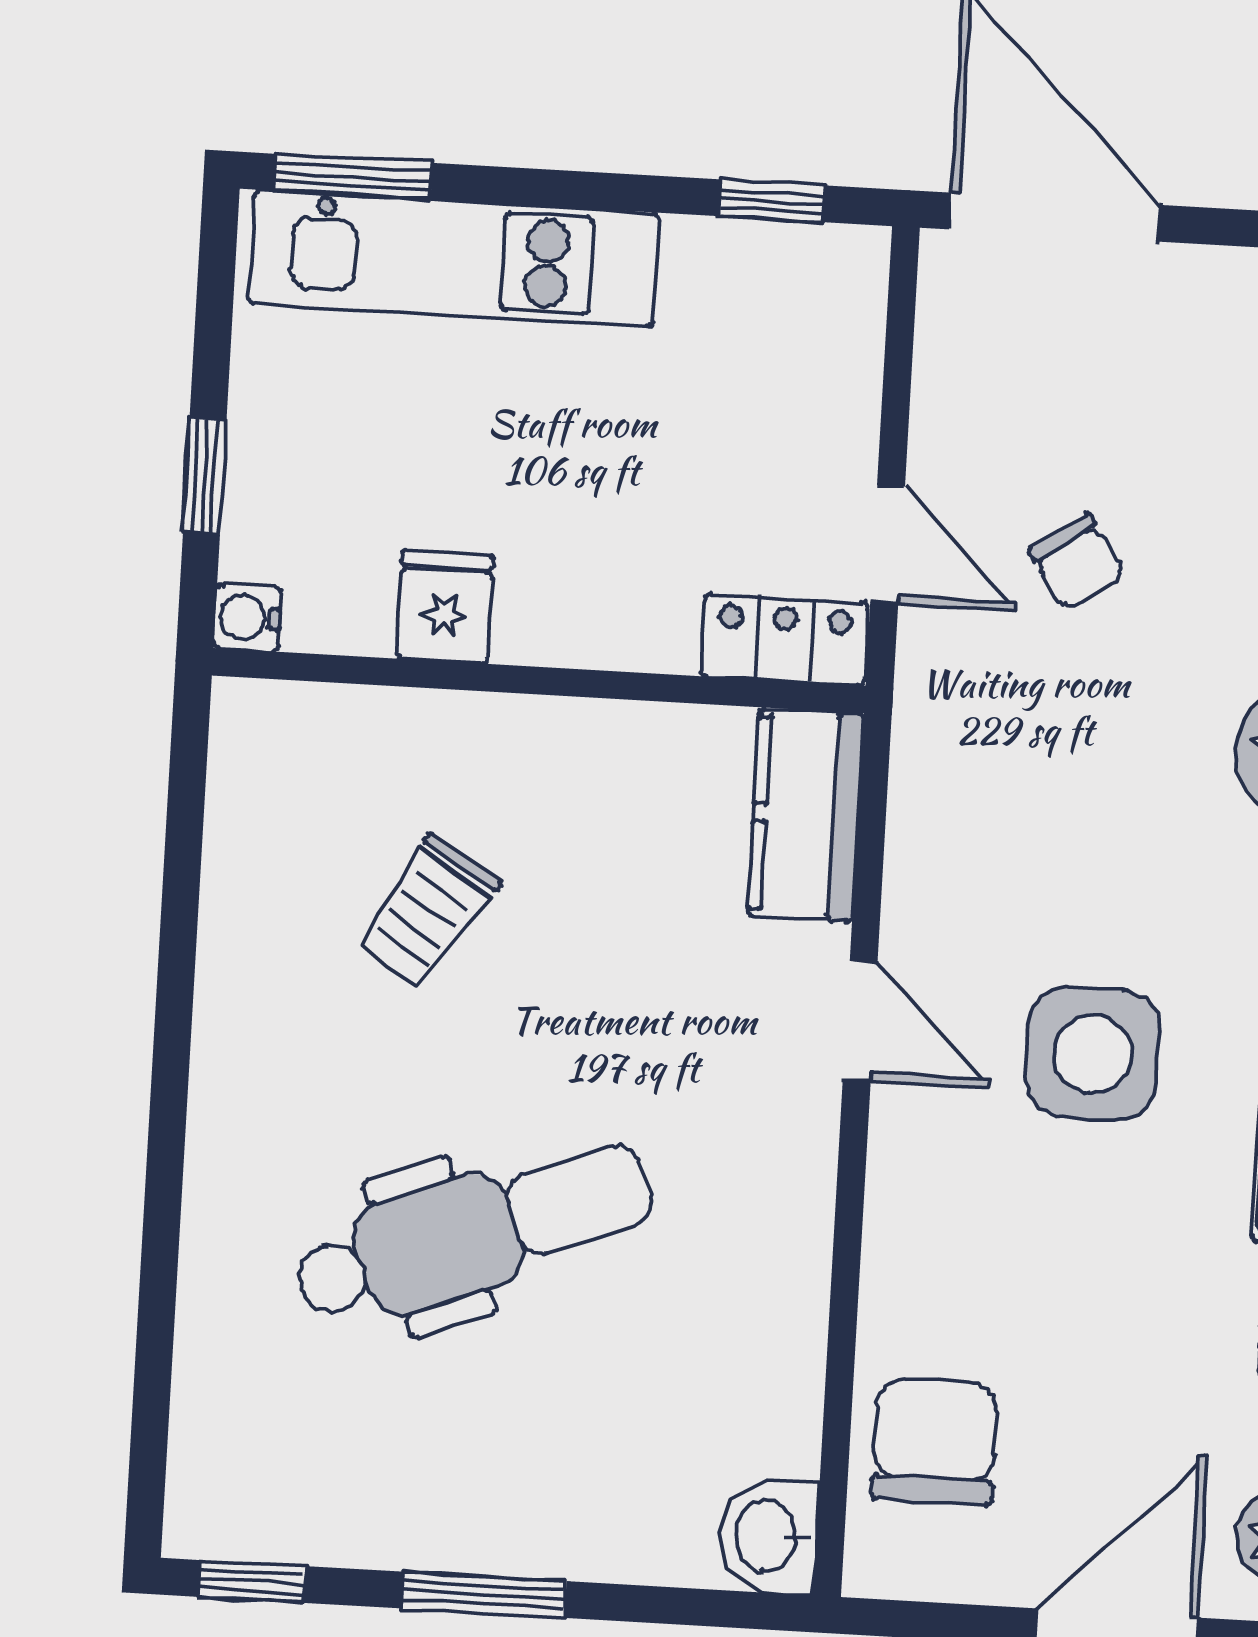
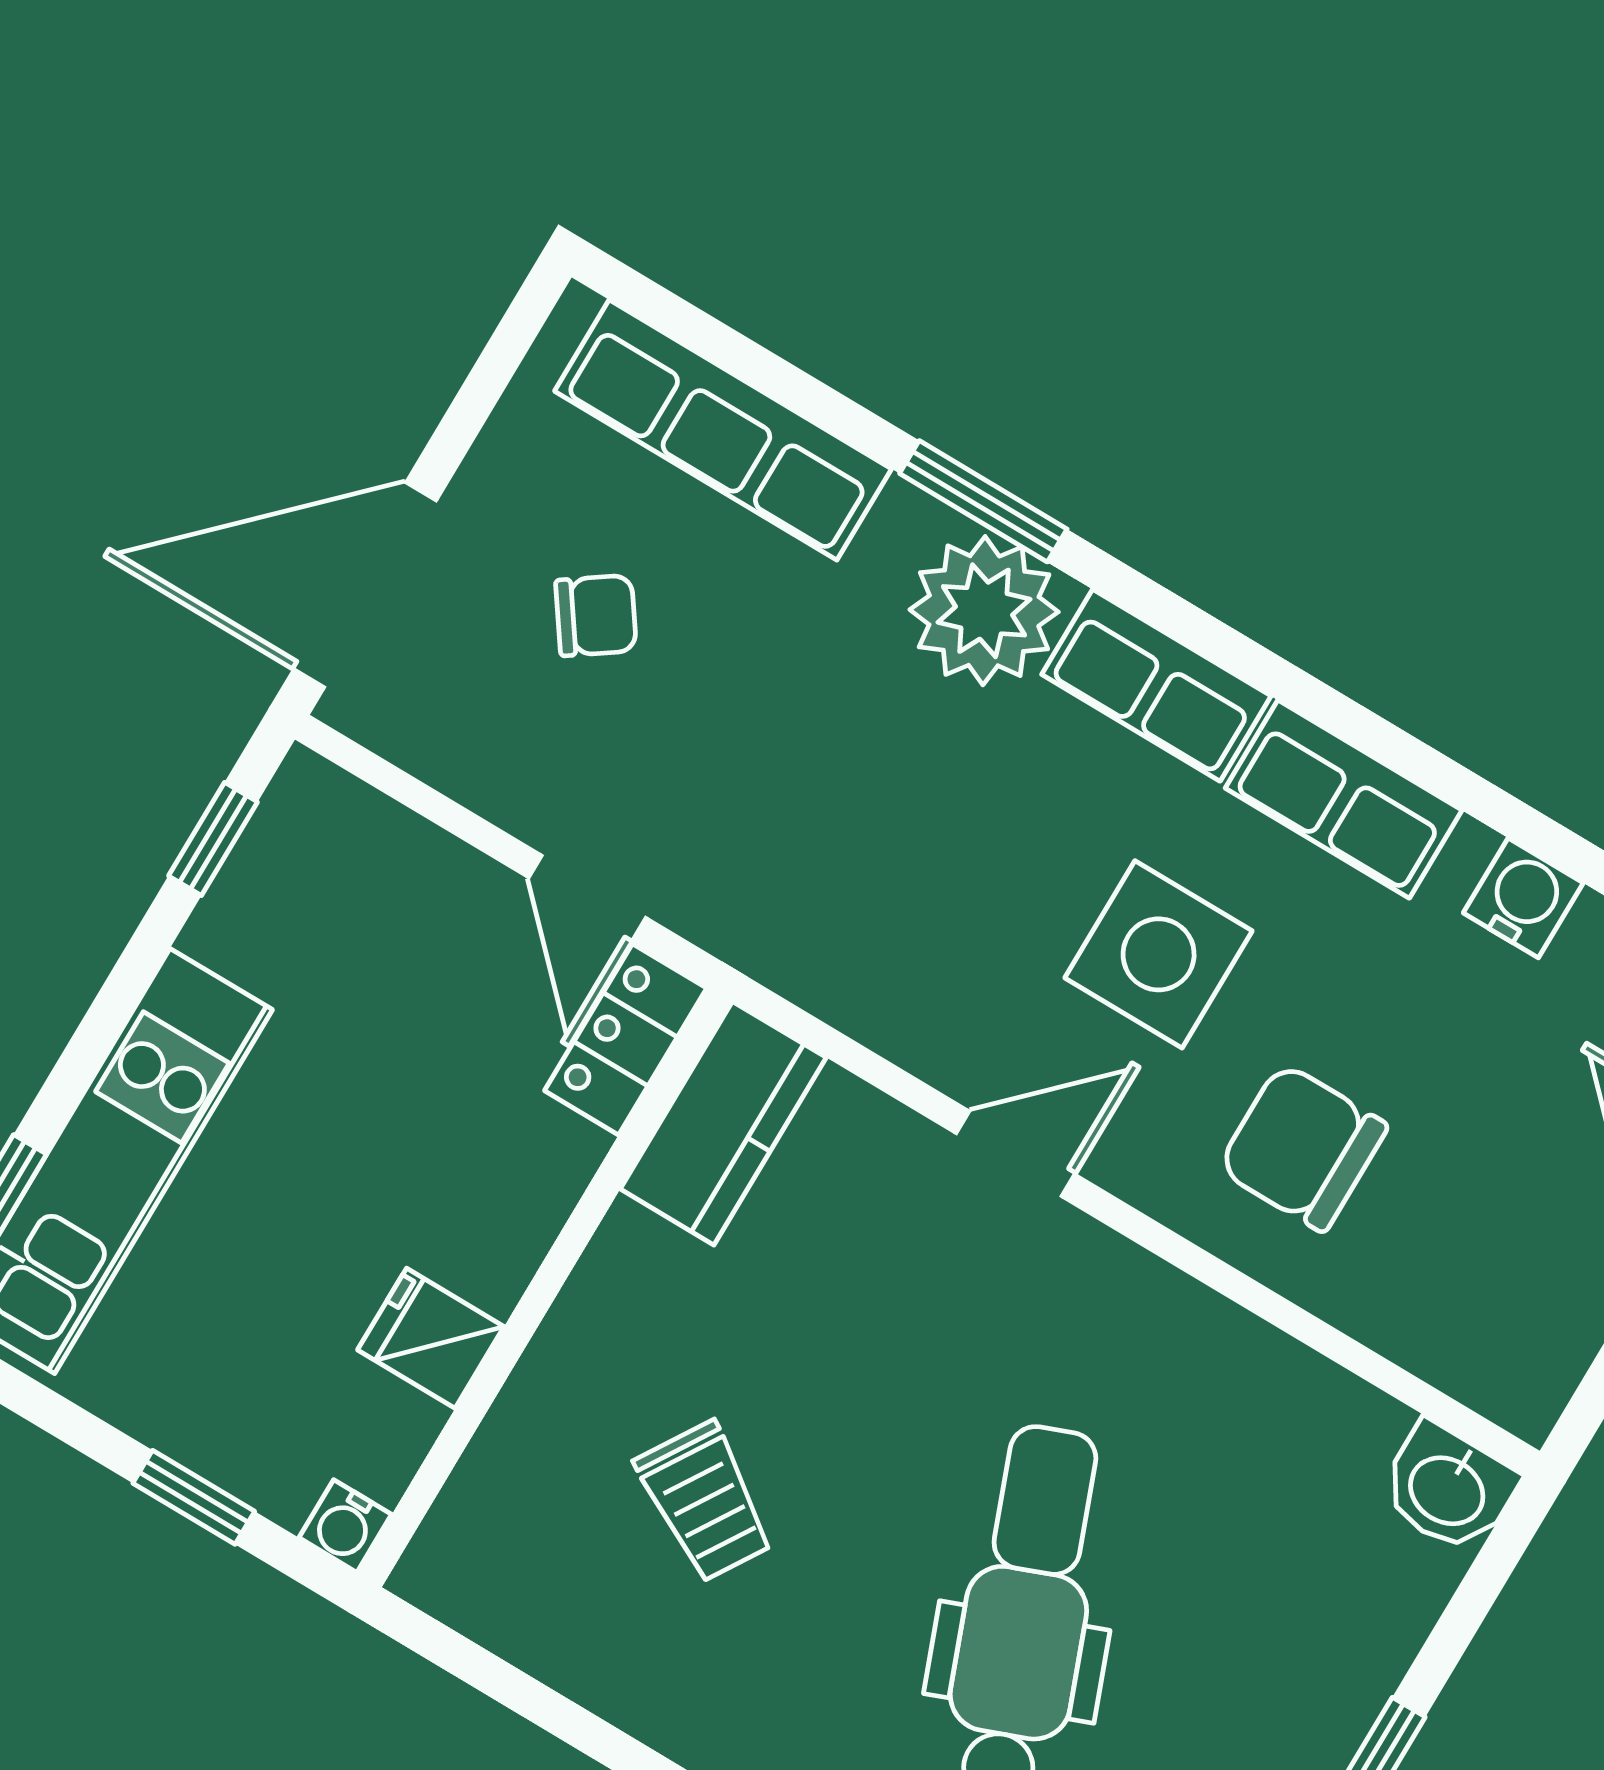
door: (888, 544) -> (587, 898), swing flipped
chair: (1077, 562) -> (596, 616), moved
kitchen counter: (806, 815) -> (723, 1123), moved, turned -90
chair: (935, 1441) -> (1303, 1147), moved

